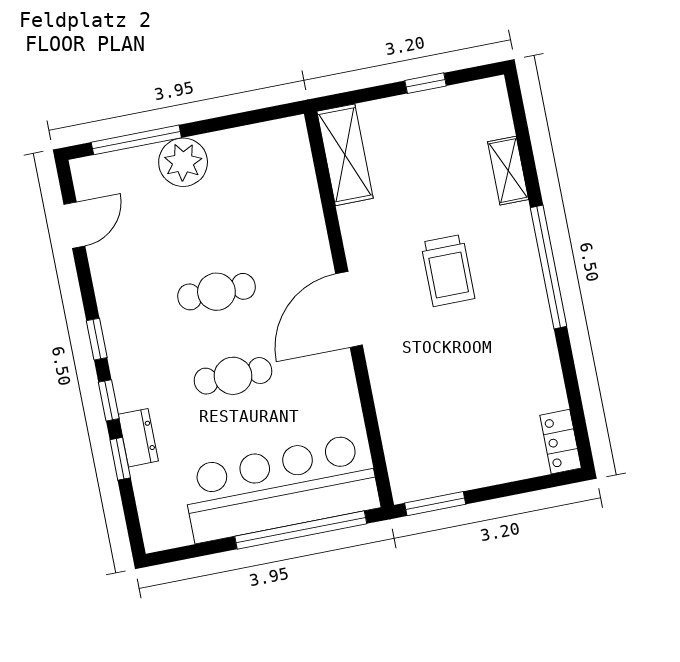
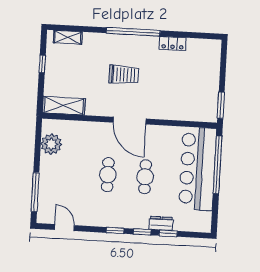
plant: (183, 162) -> (51, 144), moved
shelving: (508, 171) -> (68, 37), moved
locker: (561, 442) -> (173, 43), moved

